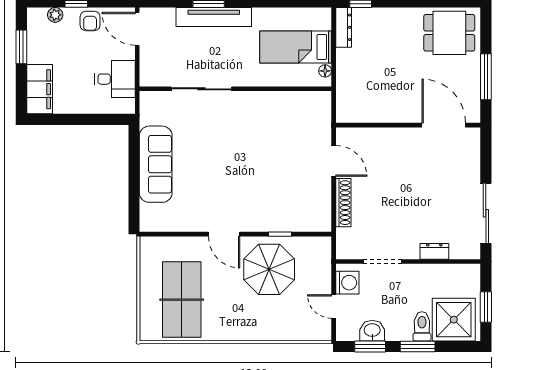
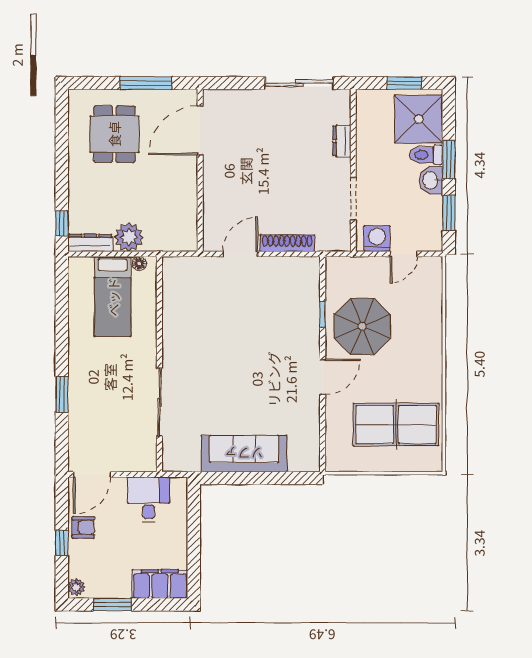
plant: (55, 15) -> (76, 587), moved
tv unit: (214, 17) -> (79, 389), removed
dining table: (449, 33) -> (114, 134), moved
plant: (349, 62) -> (129, 237), added
washbasin: (372, 331) -> (431, 180), moved

